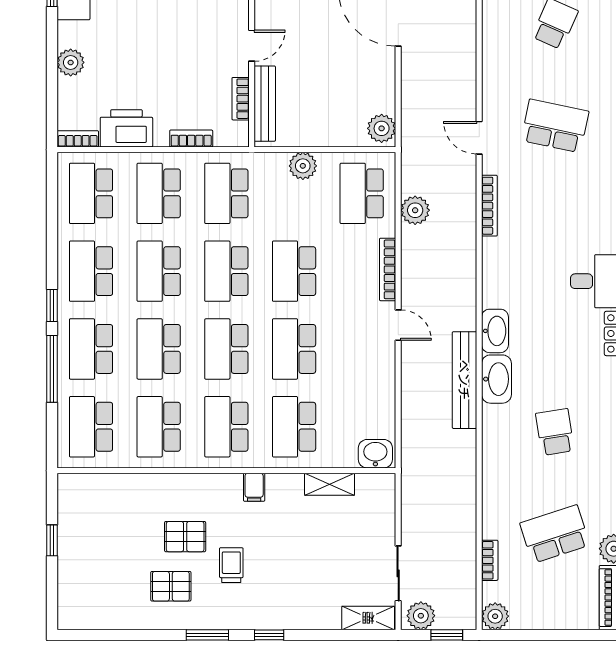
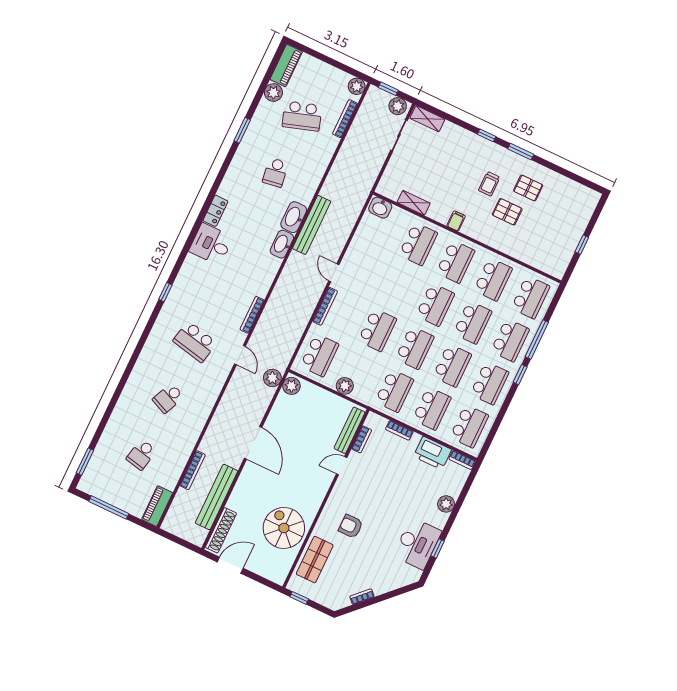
plant: (415, 210) -> (272, 378), moved
school desk: (294, 349) -> (398, 287), removed
bookcase: (490, 560) -> (345, 119), width x1.56

